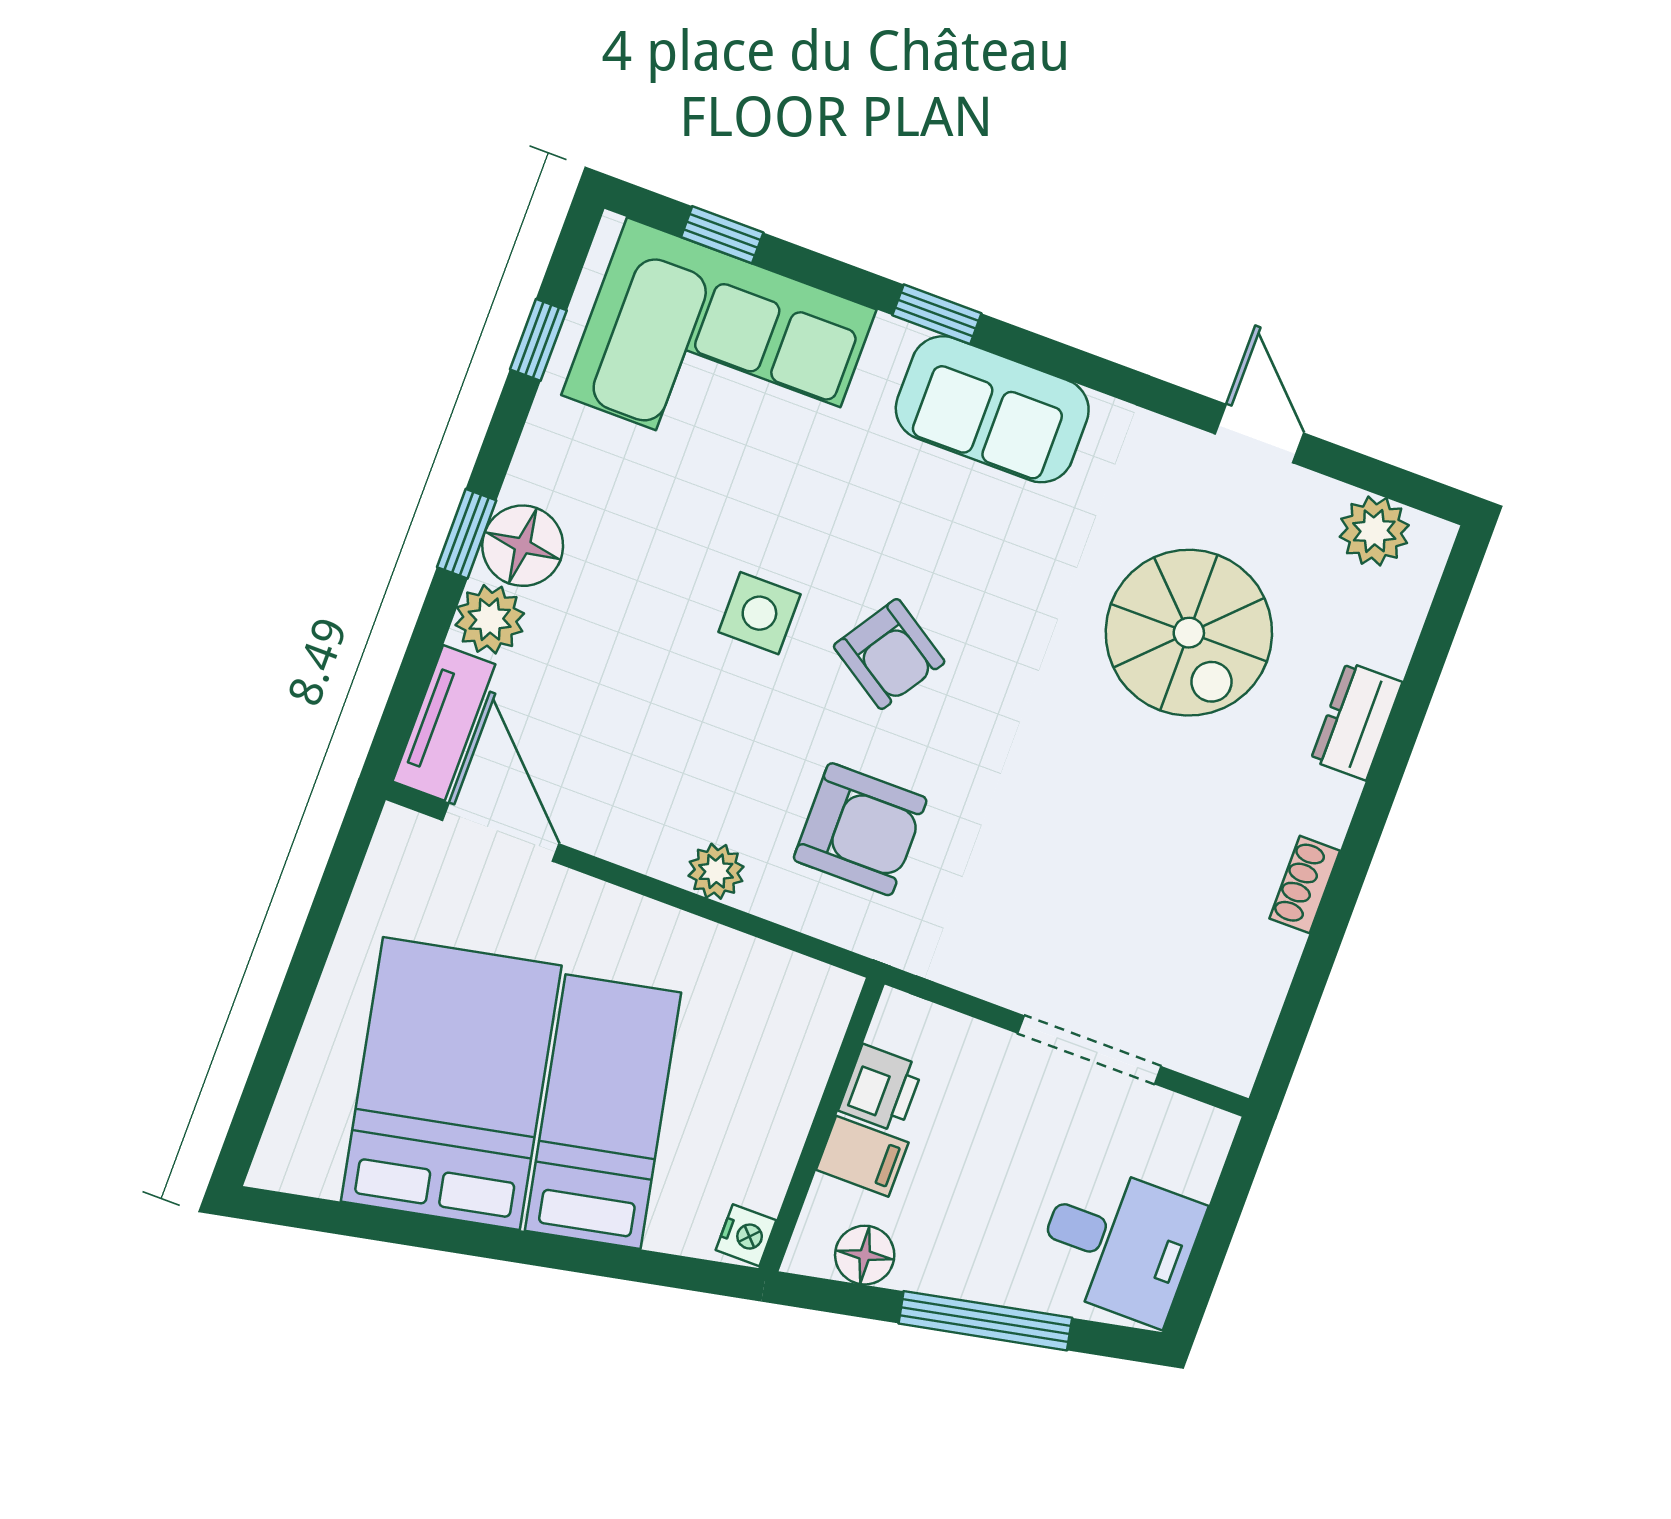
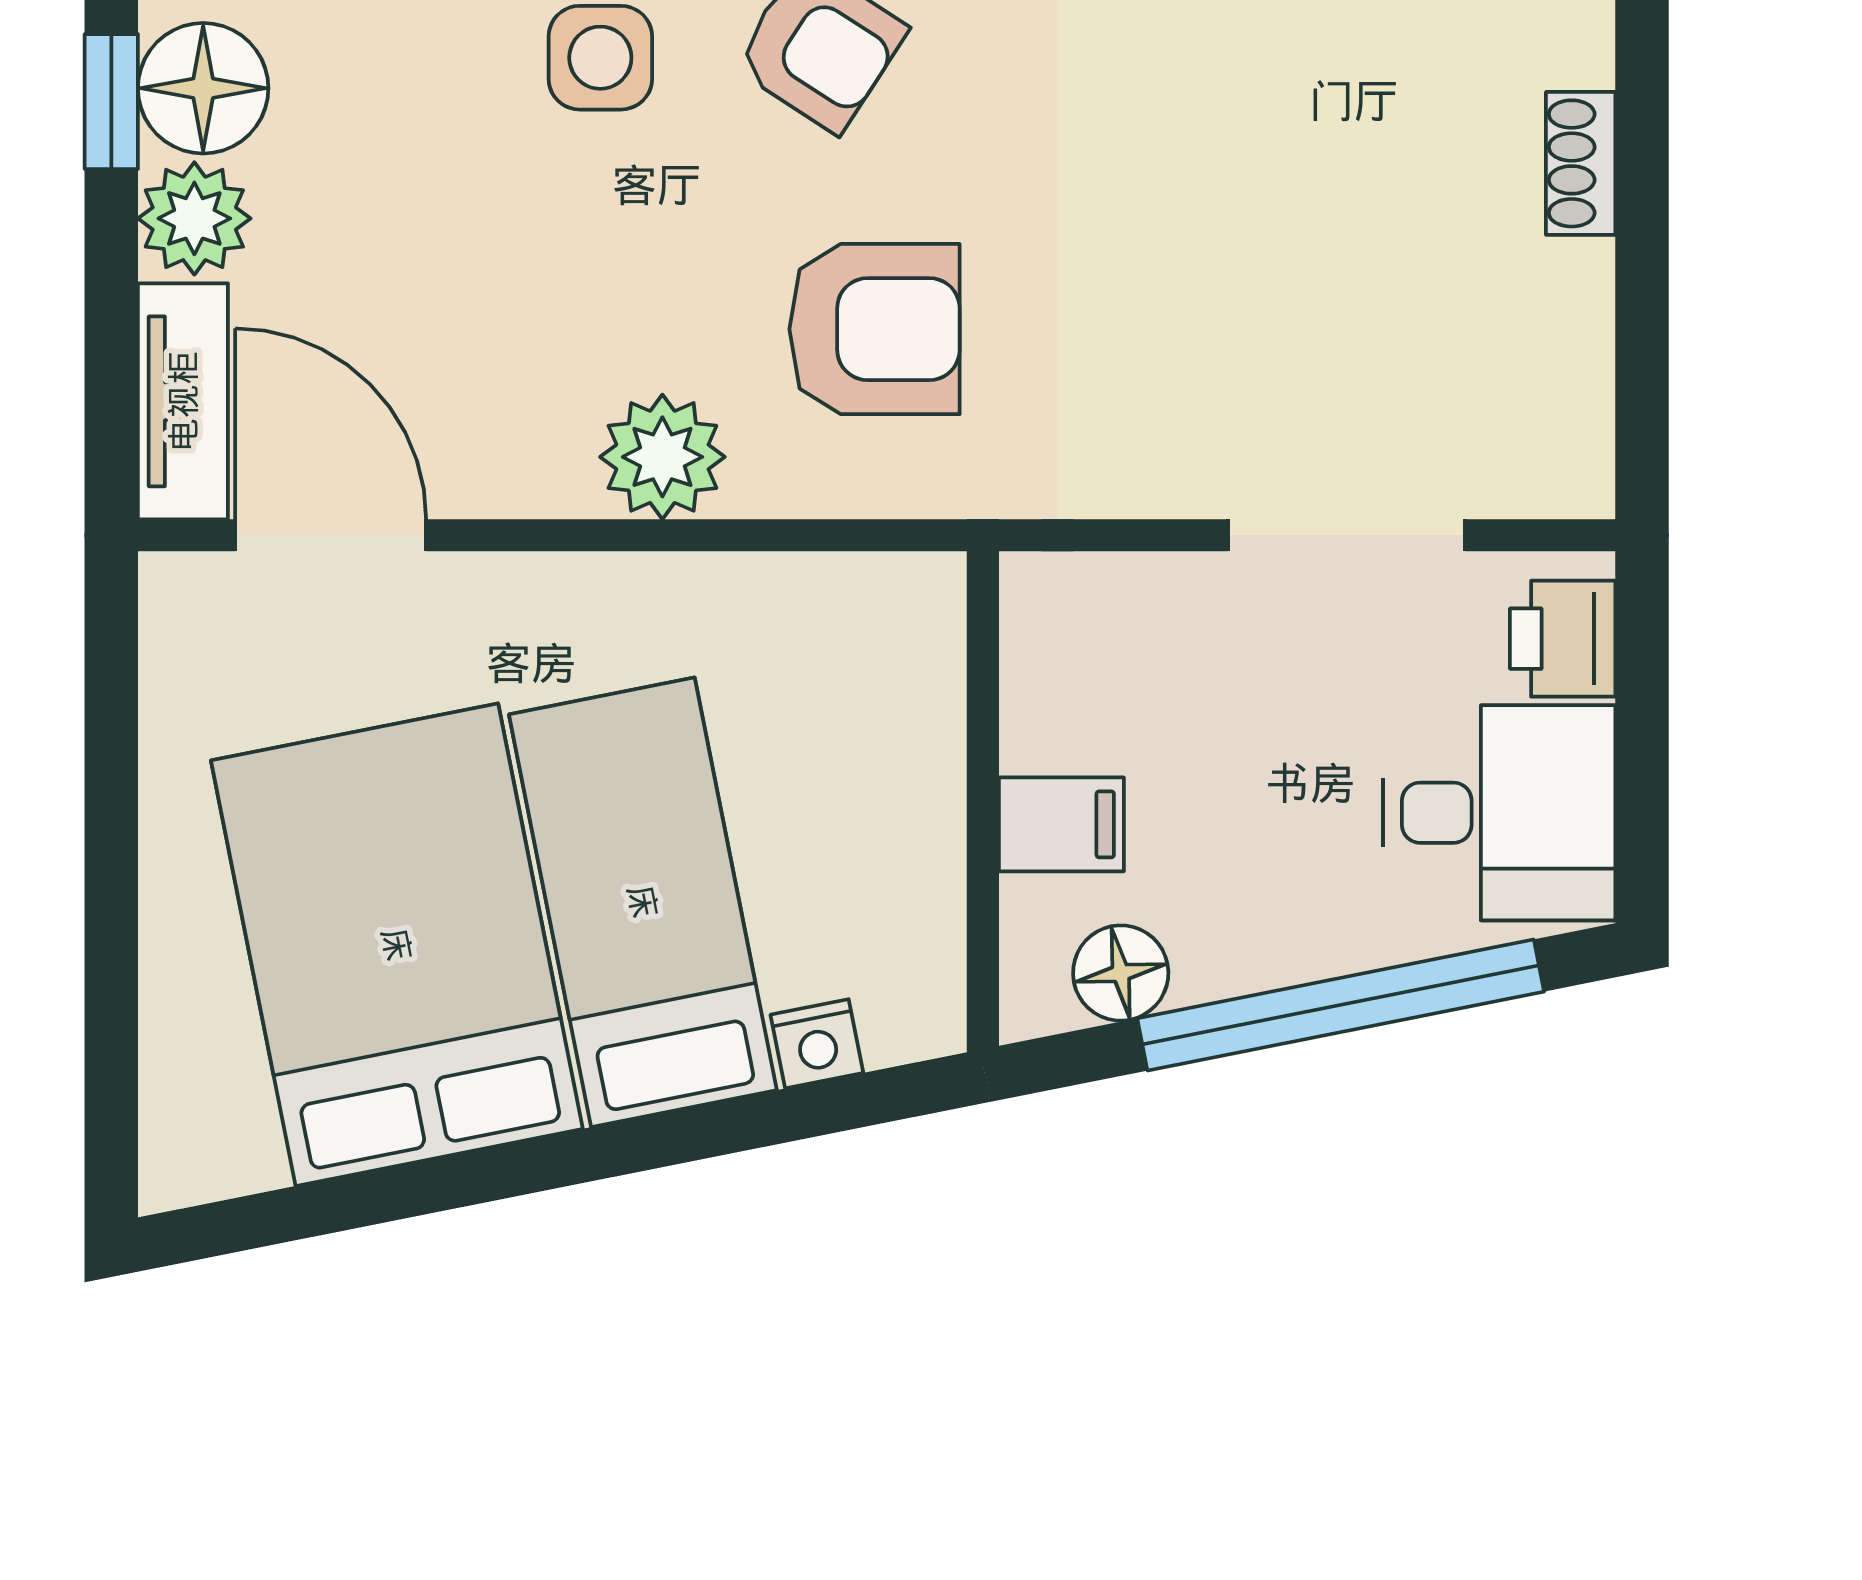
plant: (716, 871) -> (662, 457), width x1.38, depth x1.38
printer: (881, 1088) -> (1563, 639), moved, turned 180
nightstand: (746, 1235) -> (817, 1044), moved, turned 79
window: (985, 1321) -> (1341, 1005), width x1.46

